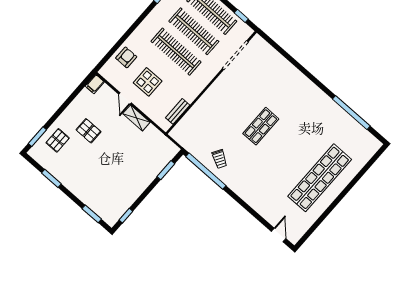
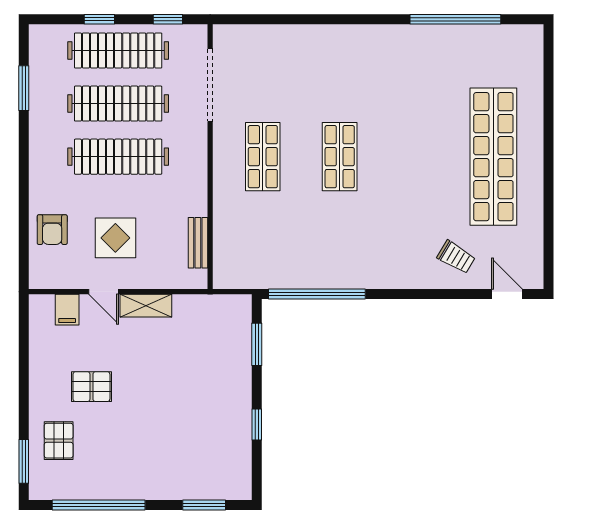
armchair: (126, 57) -> (52, 230), turned 180
filing cabinet: (95, 84) -> (67, 310), moved
shop shelf: (231, 100) -> (263, 157), added
trolley: (220, 159) -> (456, 257), moved
window: (51, 178) -> (99, 505), width x2.11
window: (126, 216) -> (257, 425), moved

